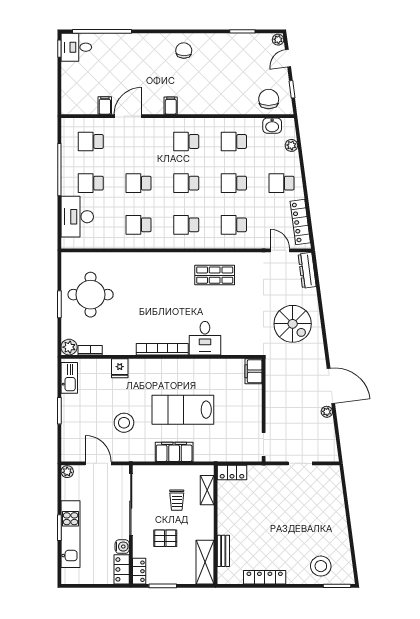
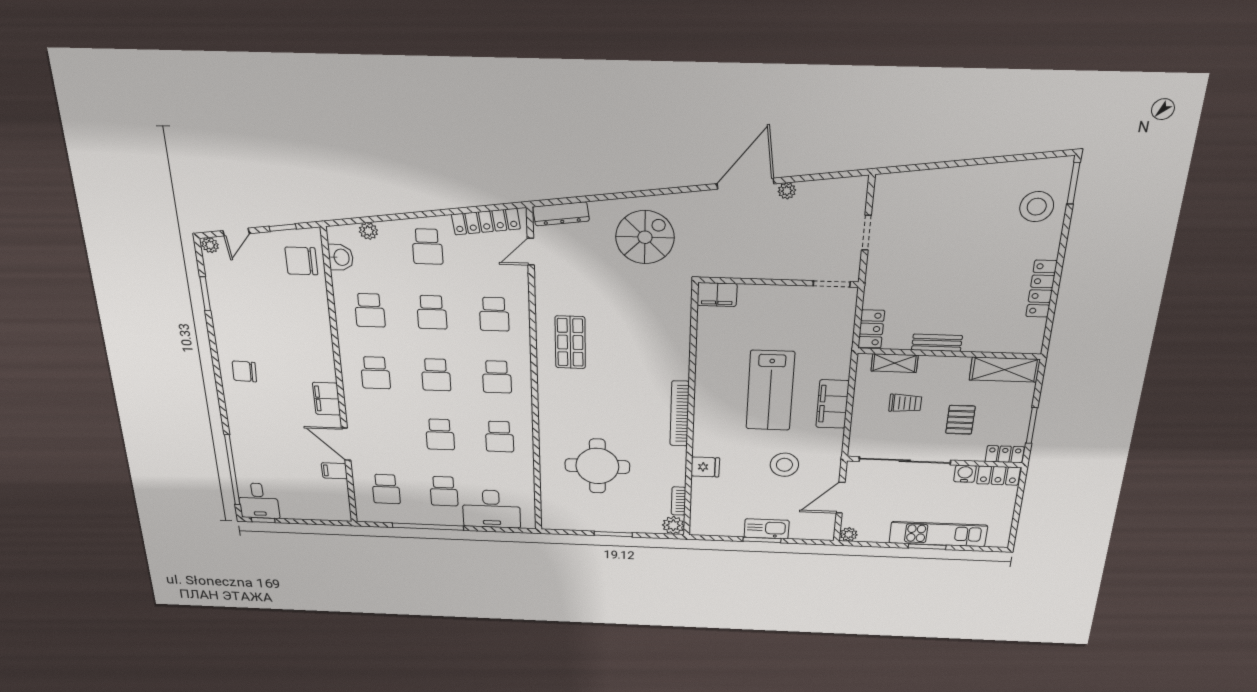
door: (288, 58) -> (236, 232), hinge flipped
filing cabinet: (171, 106) -> (327, 399), width x2.00
round table: (91, 295) -> (597, 466), moved
desk: (205, 338) -> (665, 358), removed
kitchen sink: (69, 378) -> (767, 529), moved
bench: (223, 551) -> (937, 343), moved

